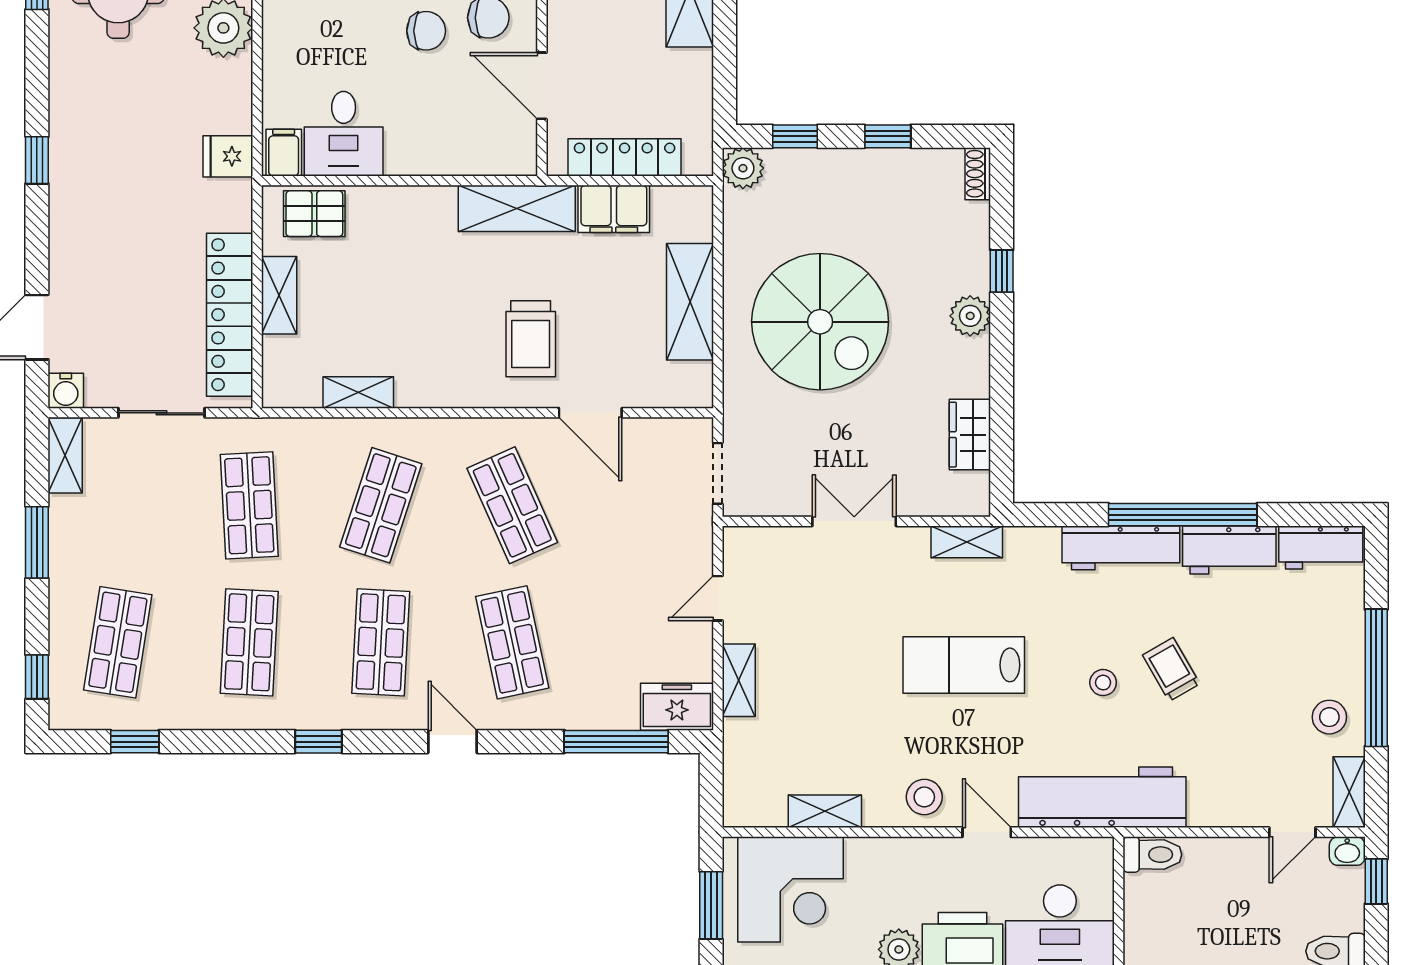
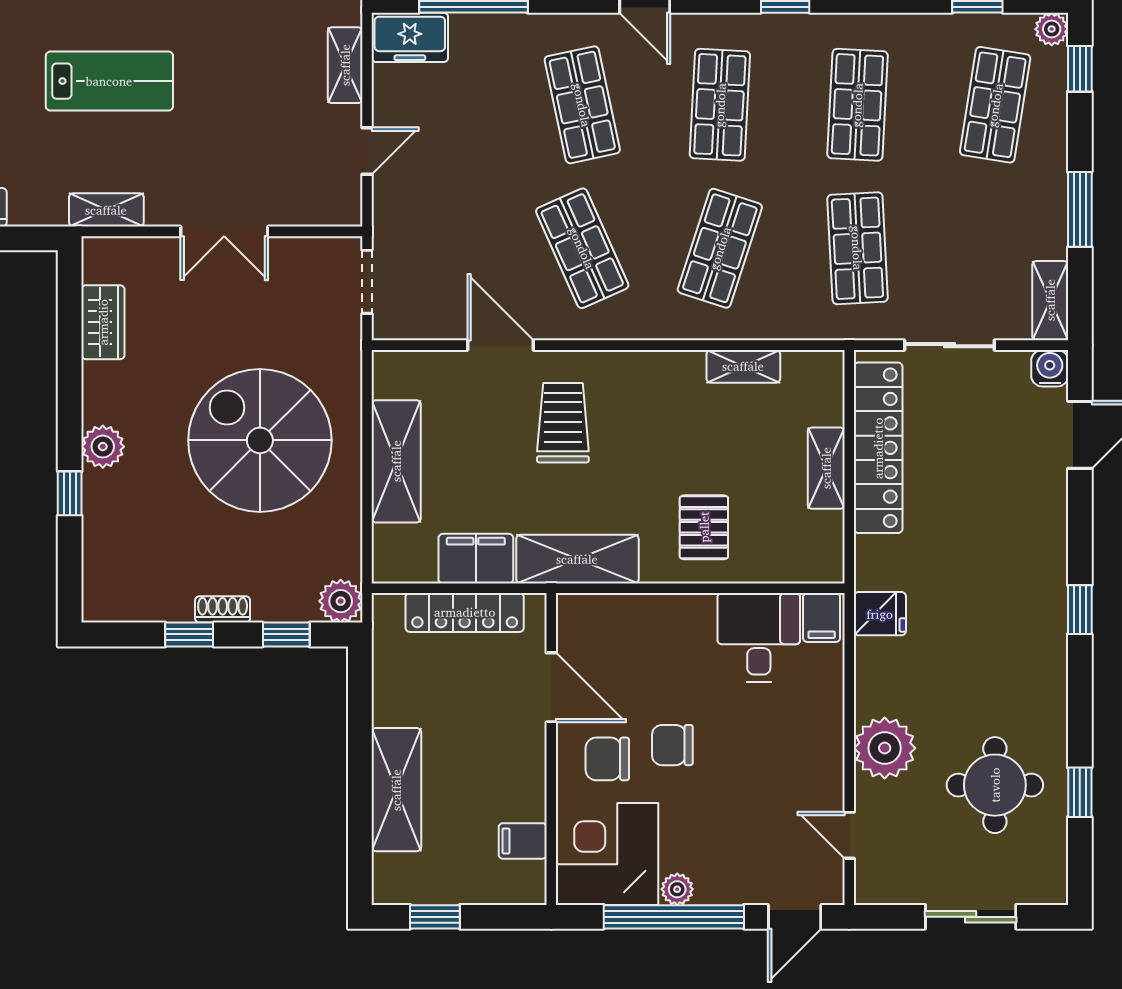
shoe rack: (978, 174) -> (223, 609), moved, turned -90
pallet: (314, 214) -> (704, 527), moved, turned 90
plant: (64, 715) -> (1052, 29), added

